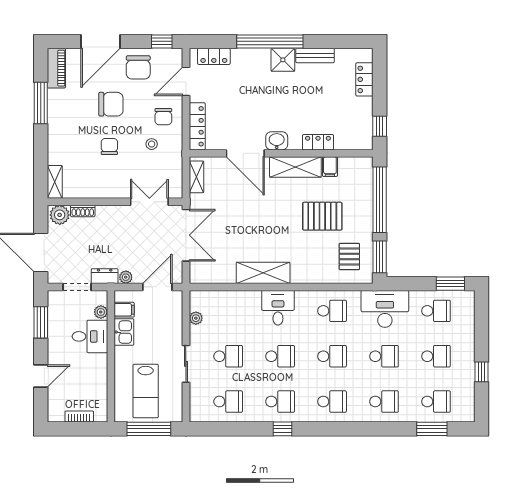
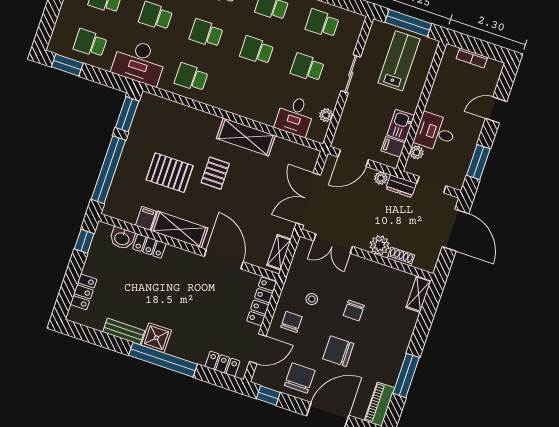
washbasin: (277, 141) -> (122, 238), moved
plant: (60, 215) -> (380, 245), moved
pallet: (349, 257) -> (215, 173), moved
desk: (278, 308) -> (295, 116), moved

